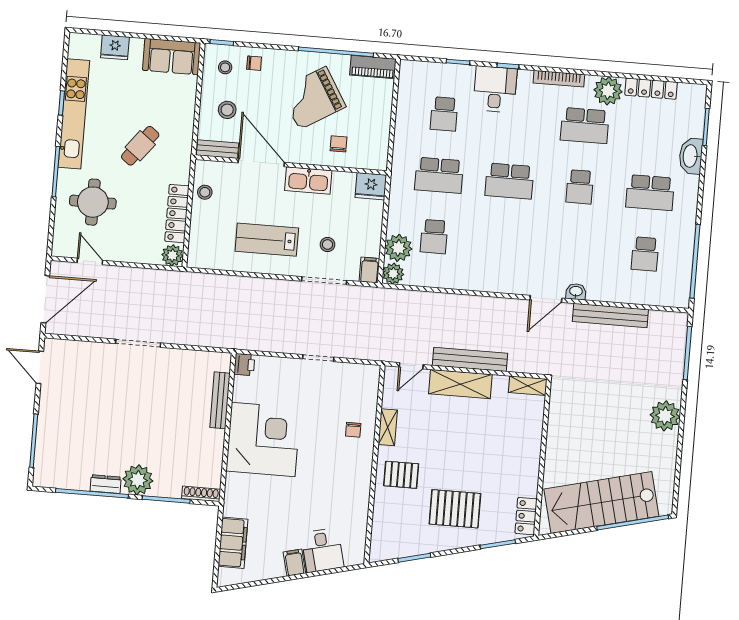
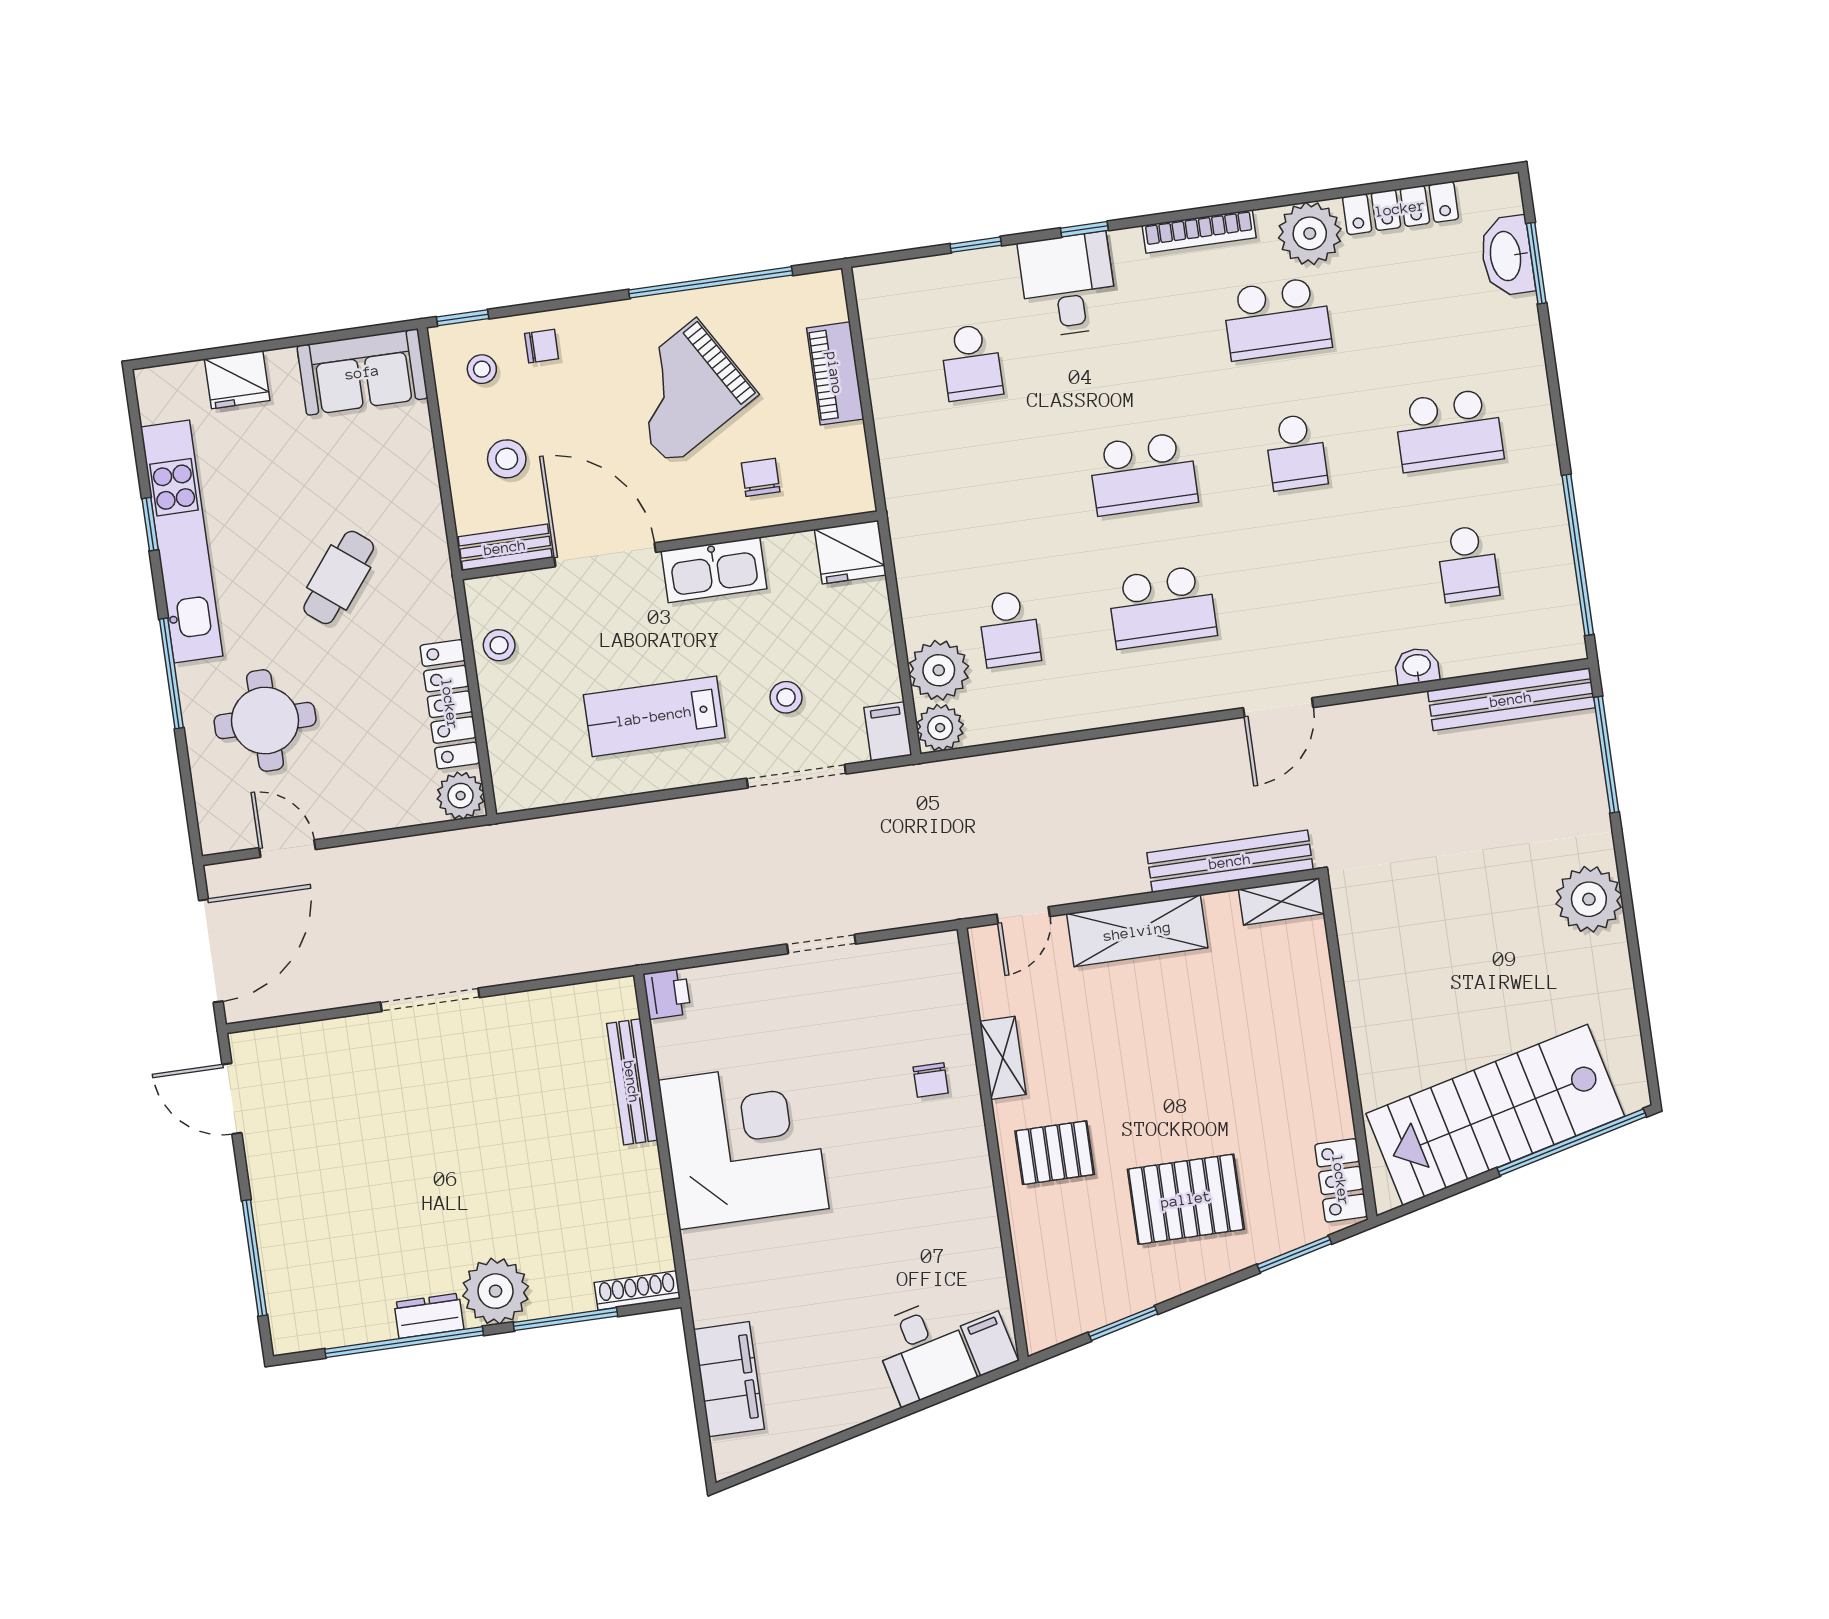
piano: (373, 67) -> (835, 373), moved, turned 90
washbasin: (691, 156) -> (1507, 256), moved
school desk: (439, 175) -> (1162, 607), moved
washbasin: (576, 292) -> (1417, 666), moved
bench: (610, 316) -> (1511, 699), moved
bench: (470, 359) -> (1230, 861), moved
filing cabinet: (294, 563) -> (990, 1343), moved

